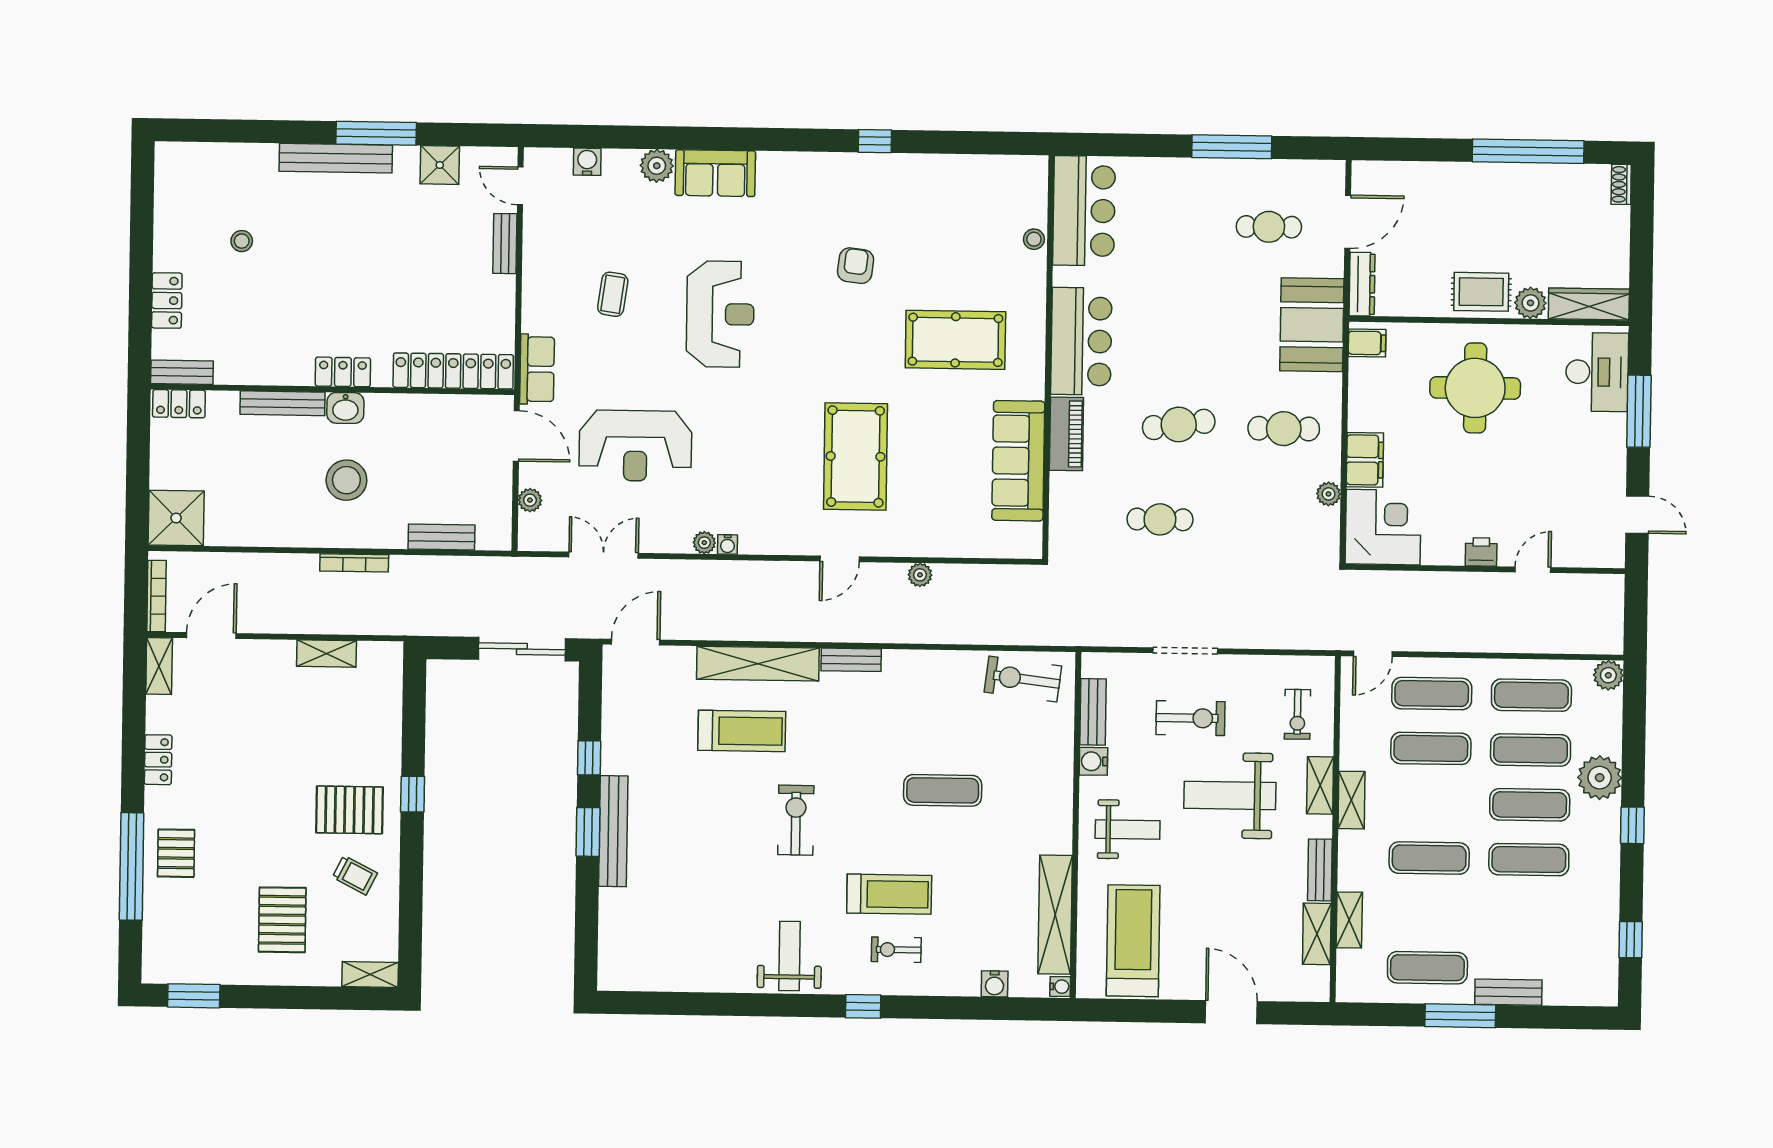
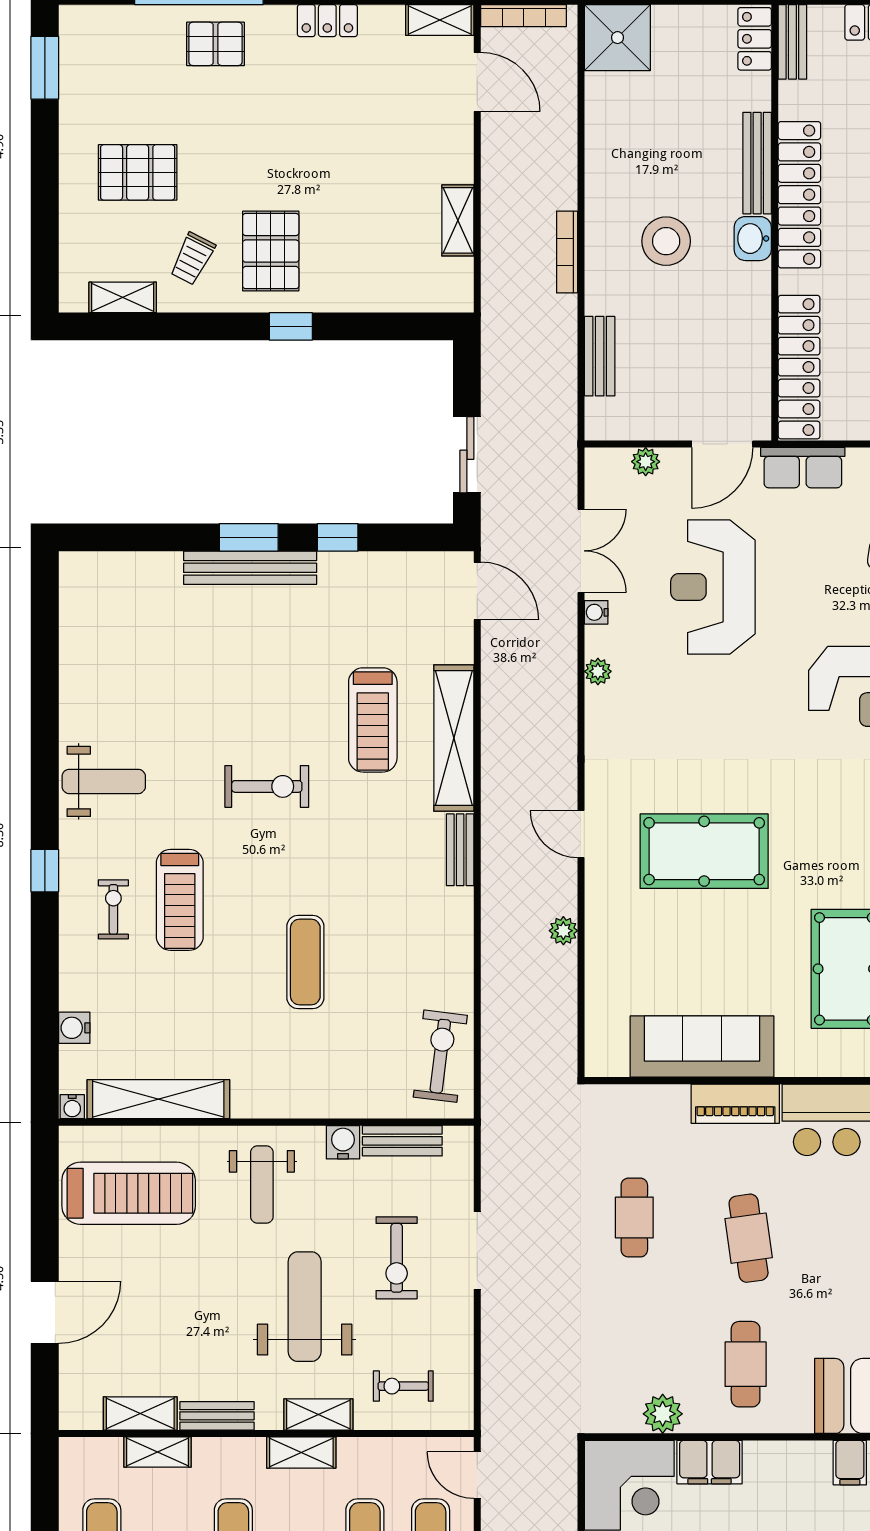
locker: (343, 372) -> (799, 195), width x2.16, depth x1.21
plant: (1329, 494) -> (663, 1414), width x1.38, depth x1.38
water cooler: (728, 544) -> (596, 612), moved
sliding door: (522, 649) -> (467, 455), width x0.73
shelving: (370, 974) -> (123, 297), moved, turned 90

